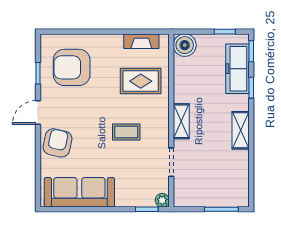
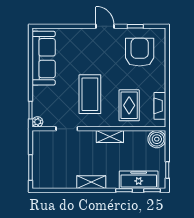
shelving: (181, 121) -> (110, 137), moved
coffee table: (126, 132) -> (90, 94), width x1.86, depth x1.72
armchair: (58, 143) -> (82, 41), removed

